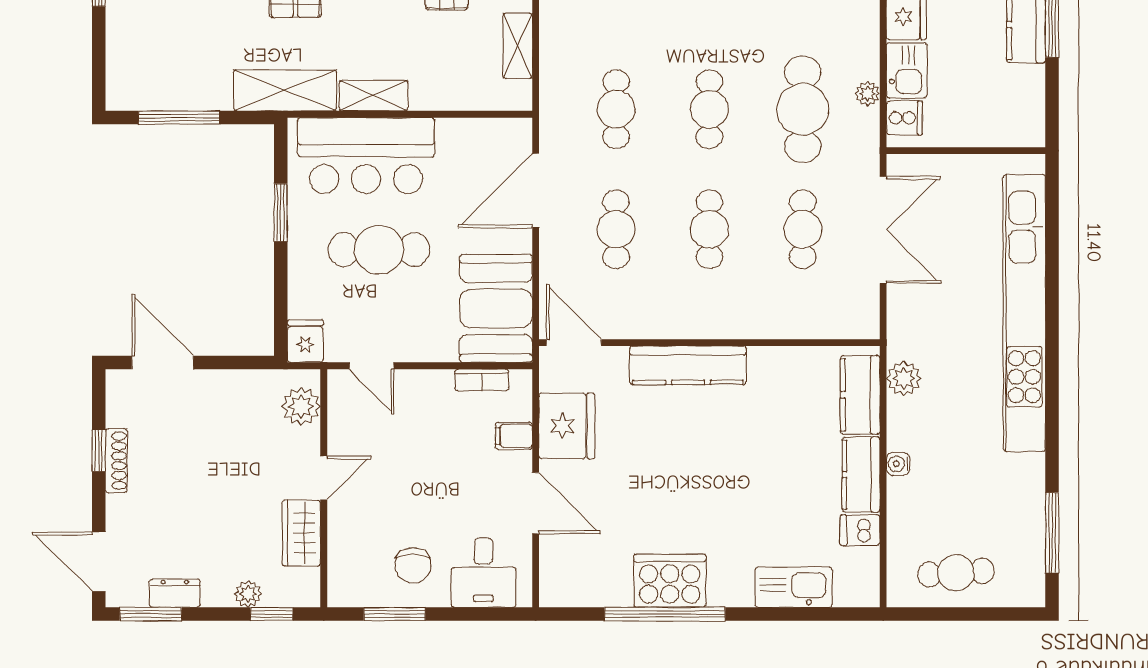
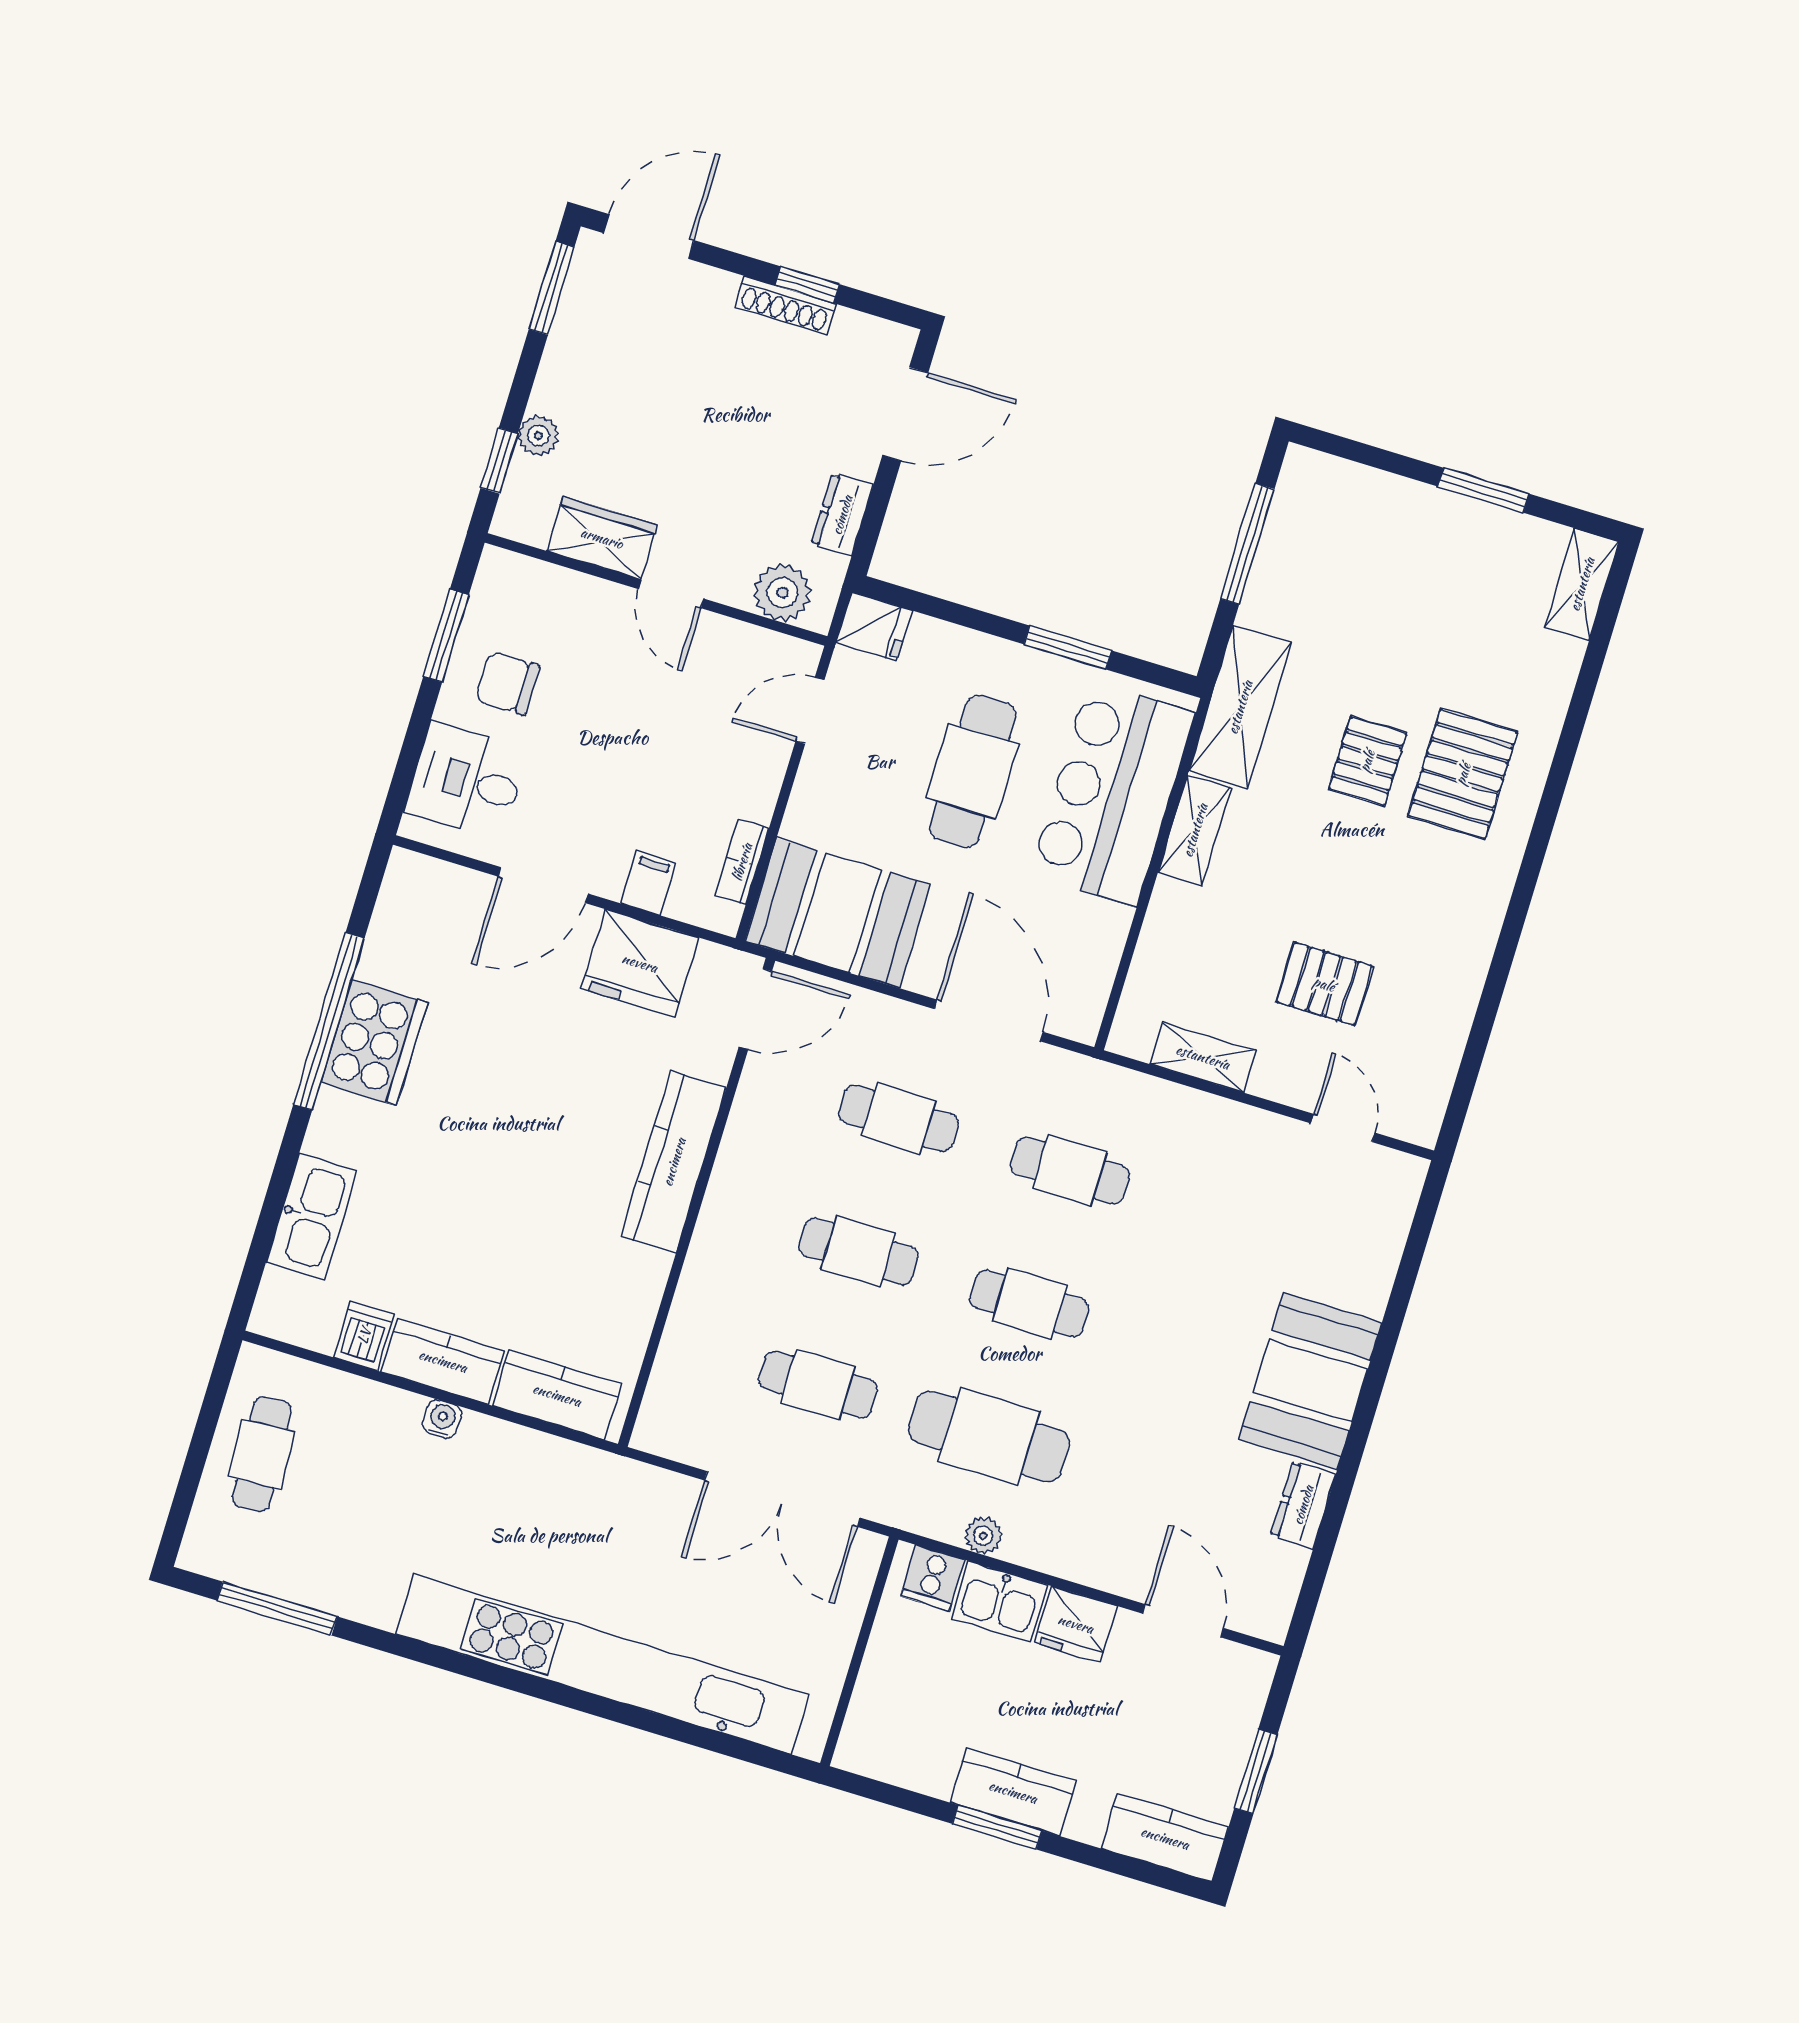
plant: (904, 378) -> (561, 1464), removed
dresser: (175, 593) -> (842, 515), moved, turned 180

